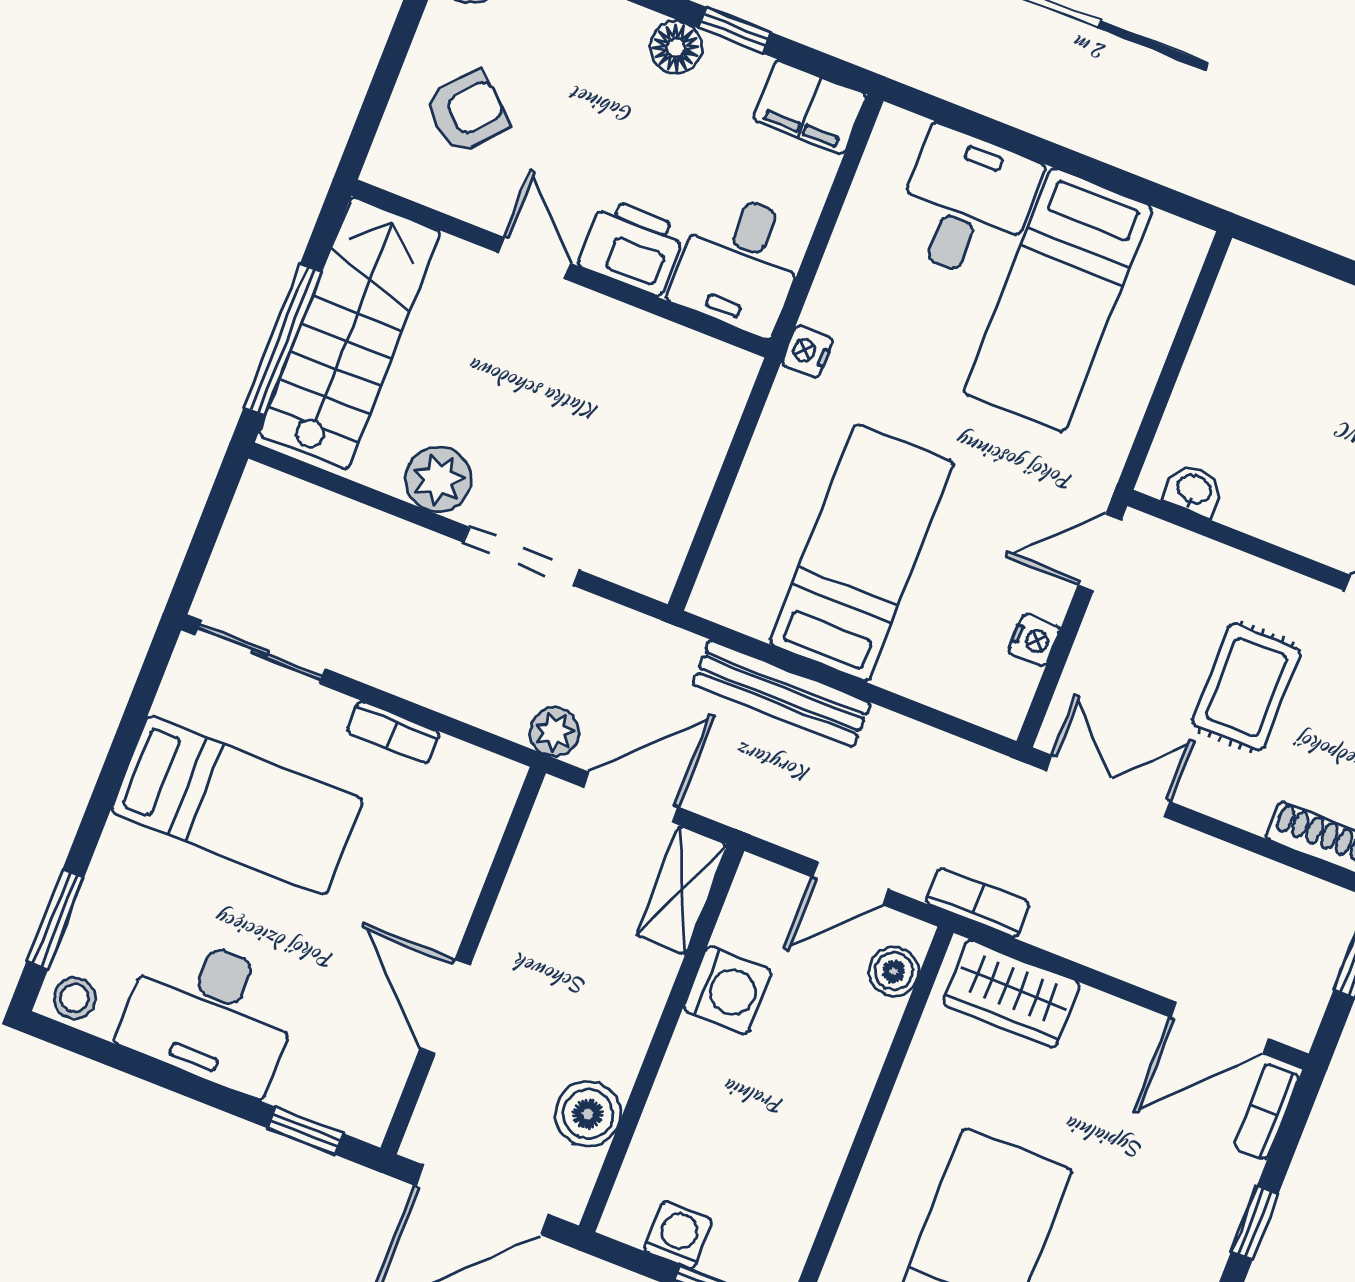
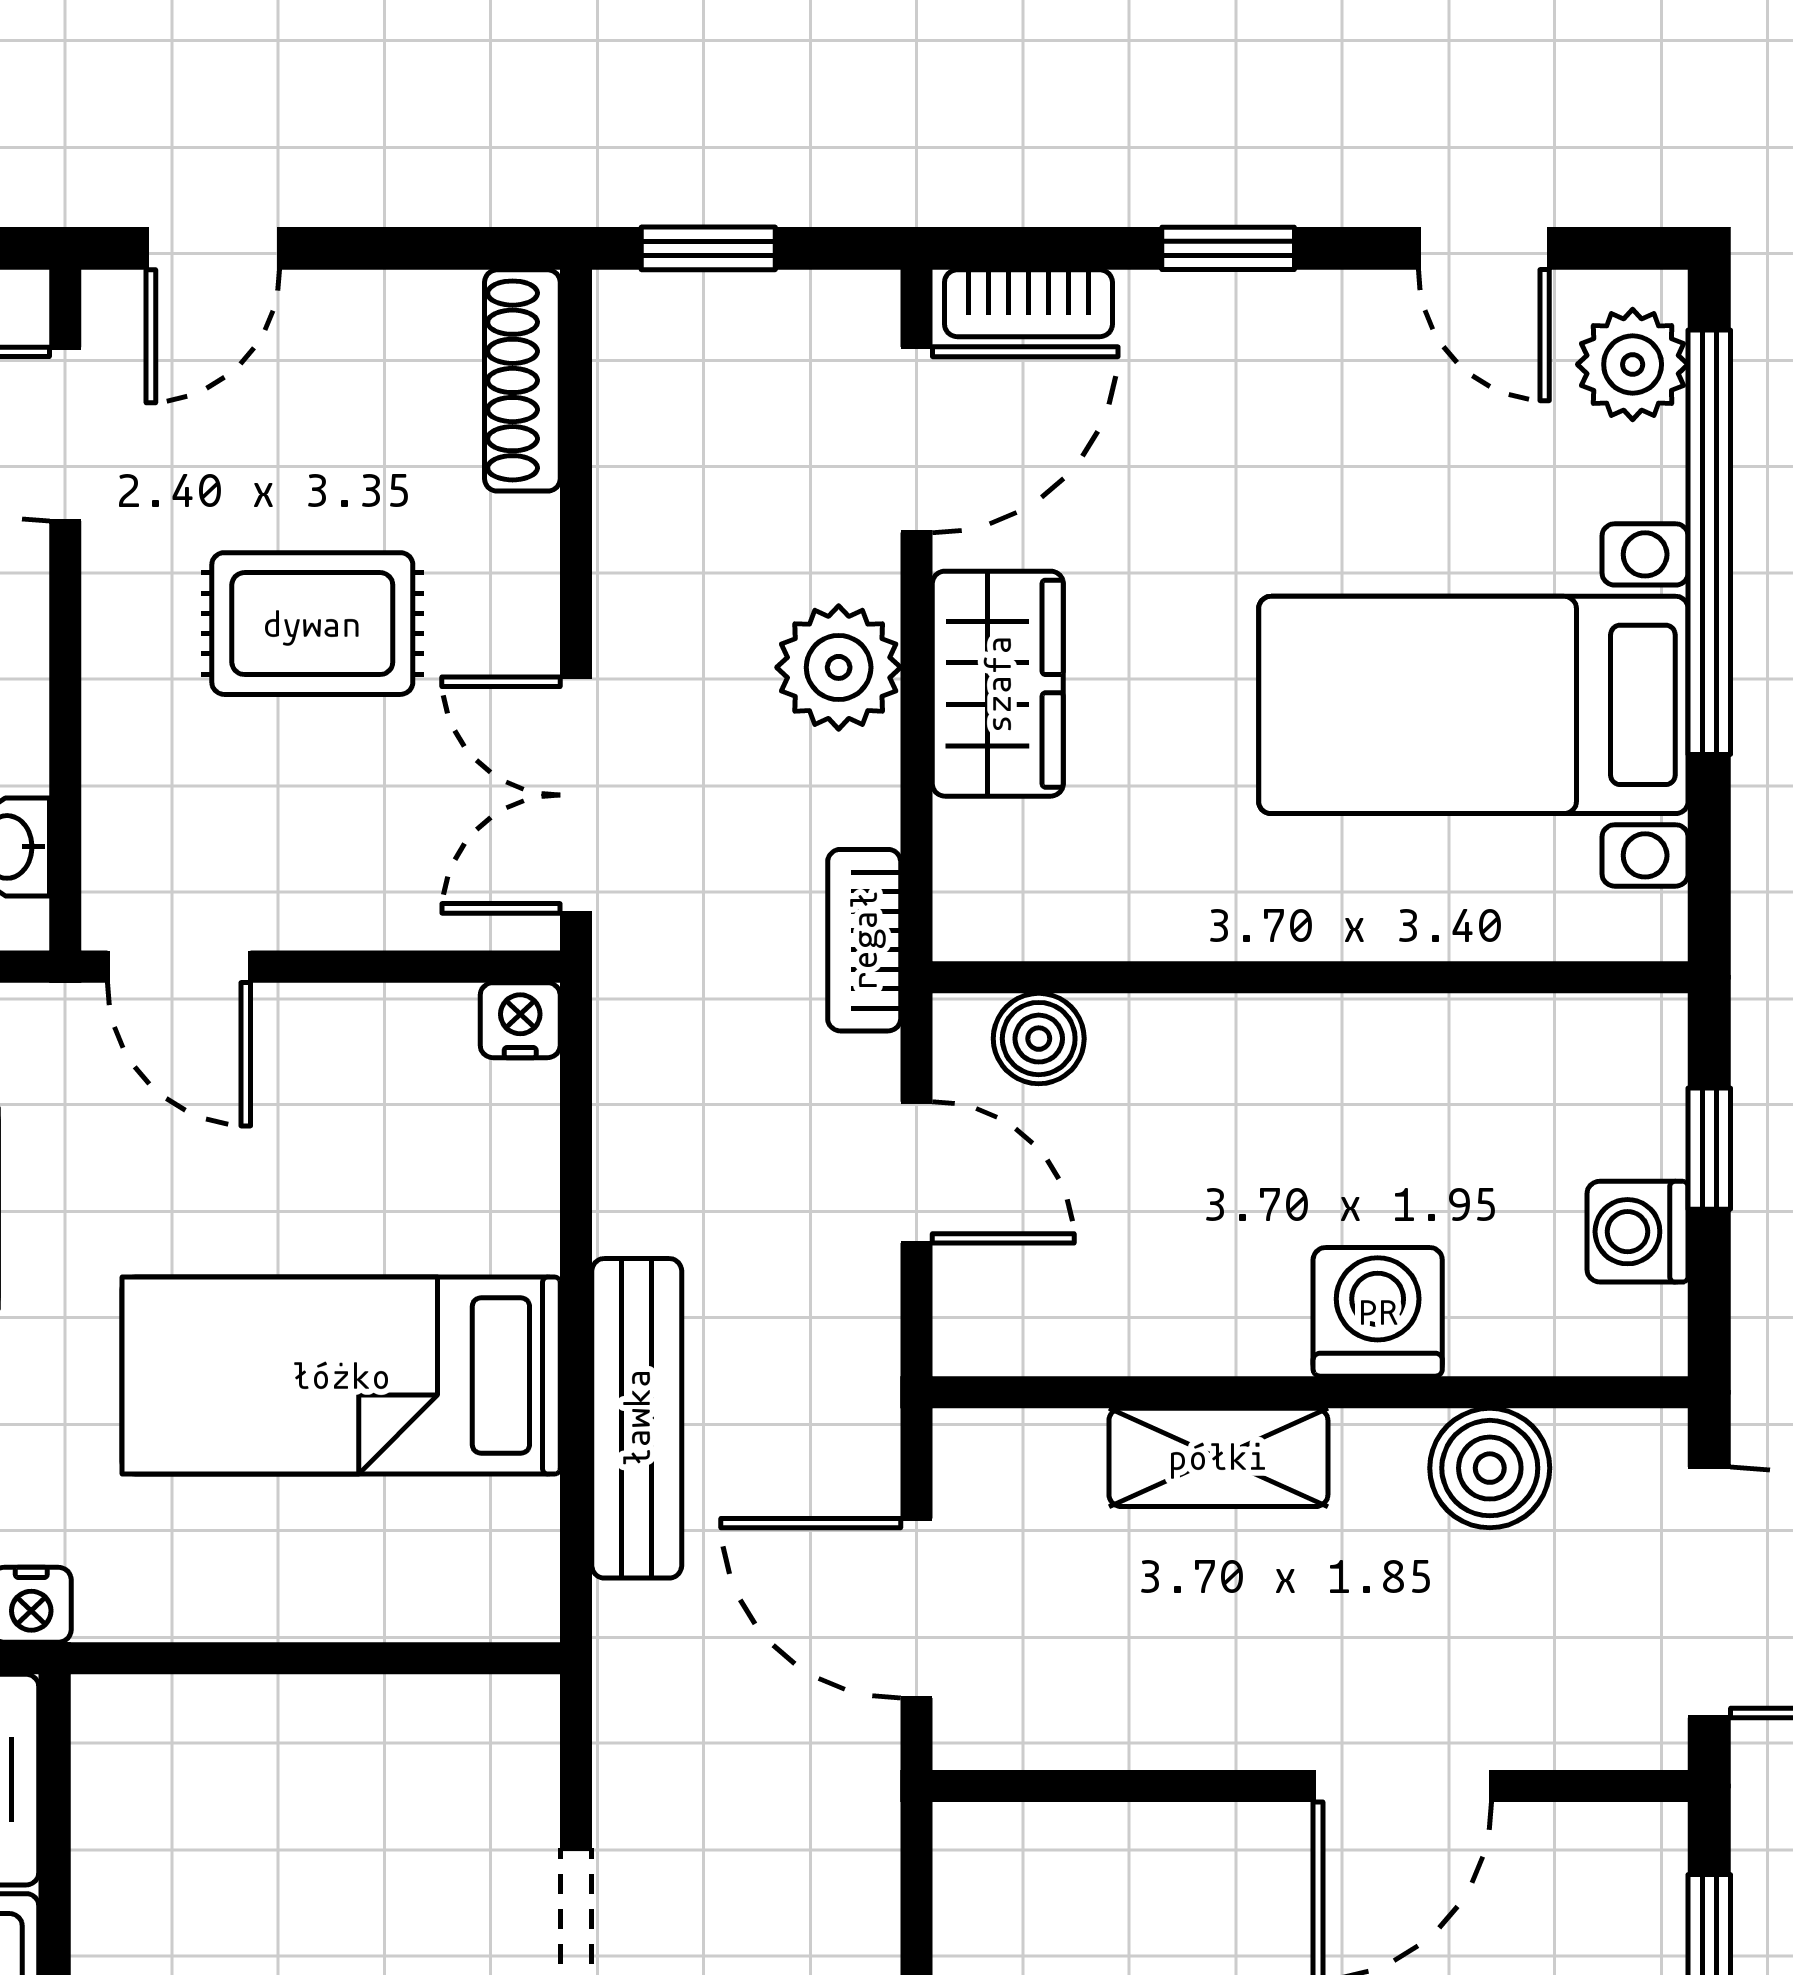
nightstand: (1034, 640) -> (520, 1020), moved
plant: (554, 732) -> (839, 667), moved, width x1.38, depth x1.38
shelving: (682, 890) -> (1218, 1457), moved
washing machine: (727, 990) -> (1378, 1312), moved
wardrobe: (1012, 994) -> (998, 684), moved
door: (1220, 1028) -> (917, 440), hinge flipped

